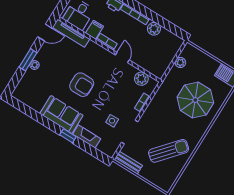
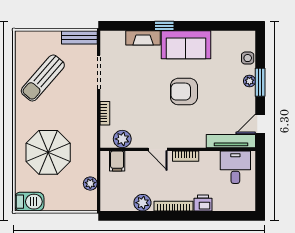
filing cabinet: (95, 30) -> (117, 161), moved
side table: (112, 121) -> (248, 58), moved

